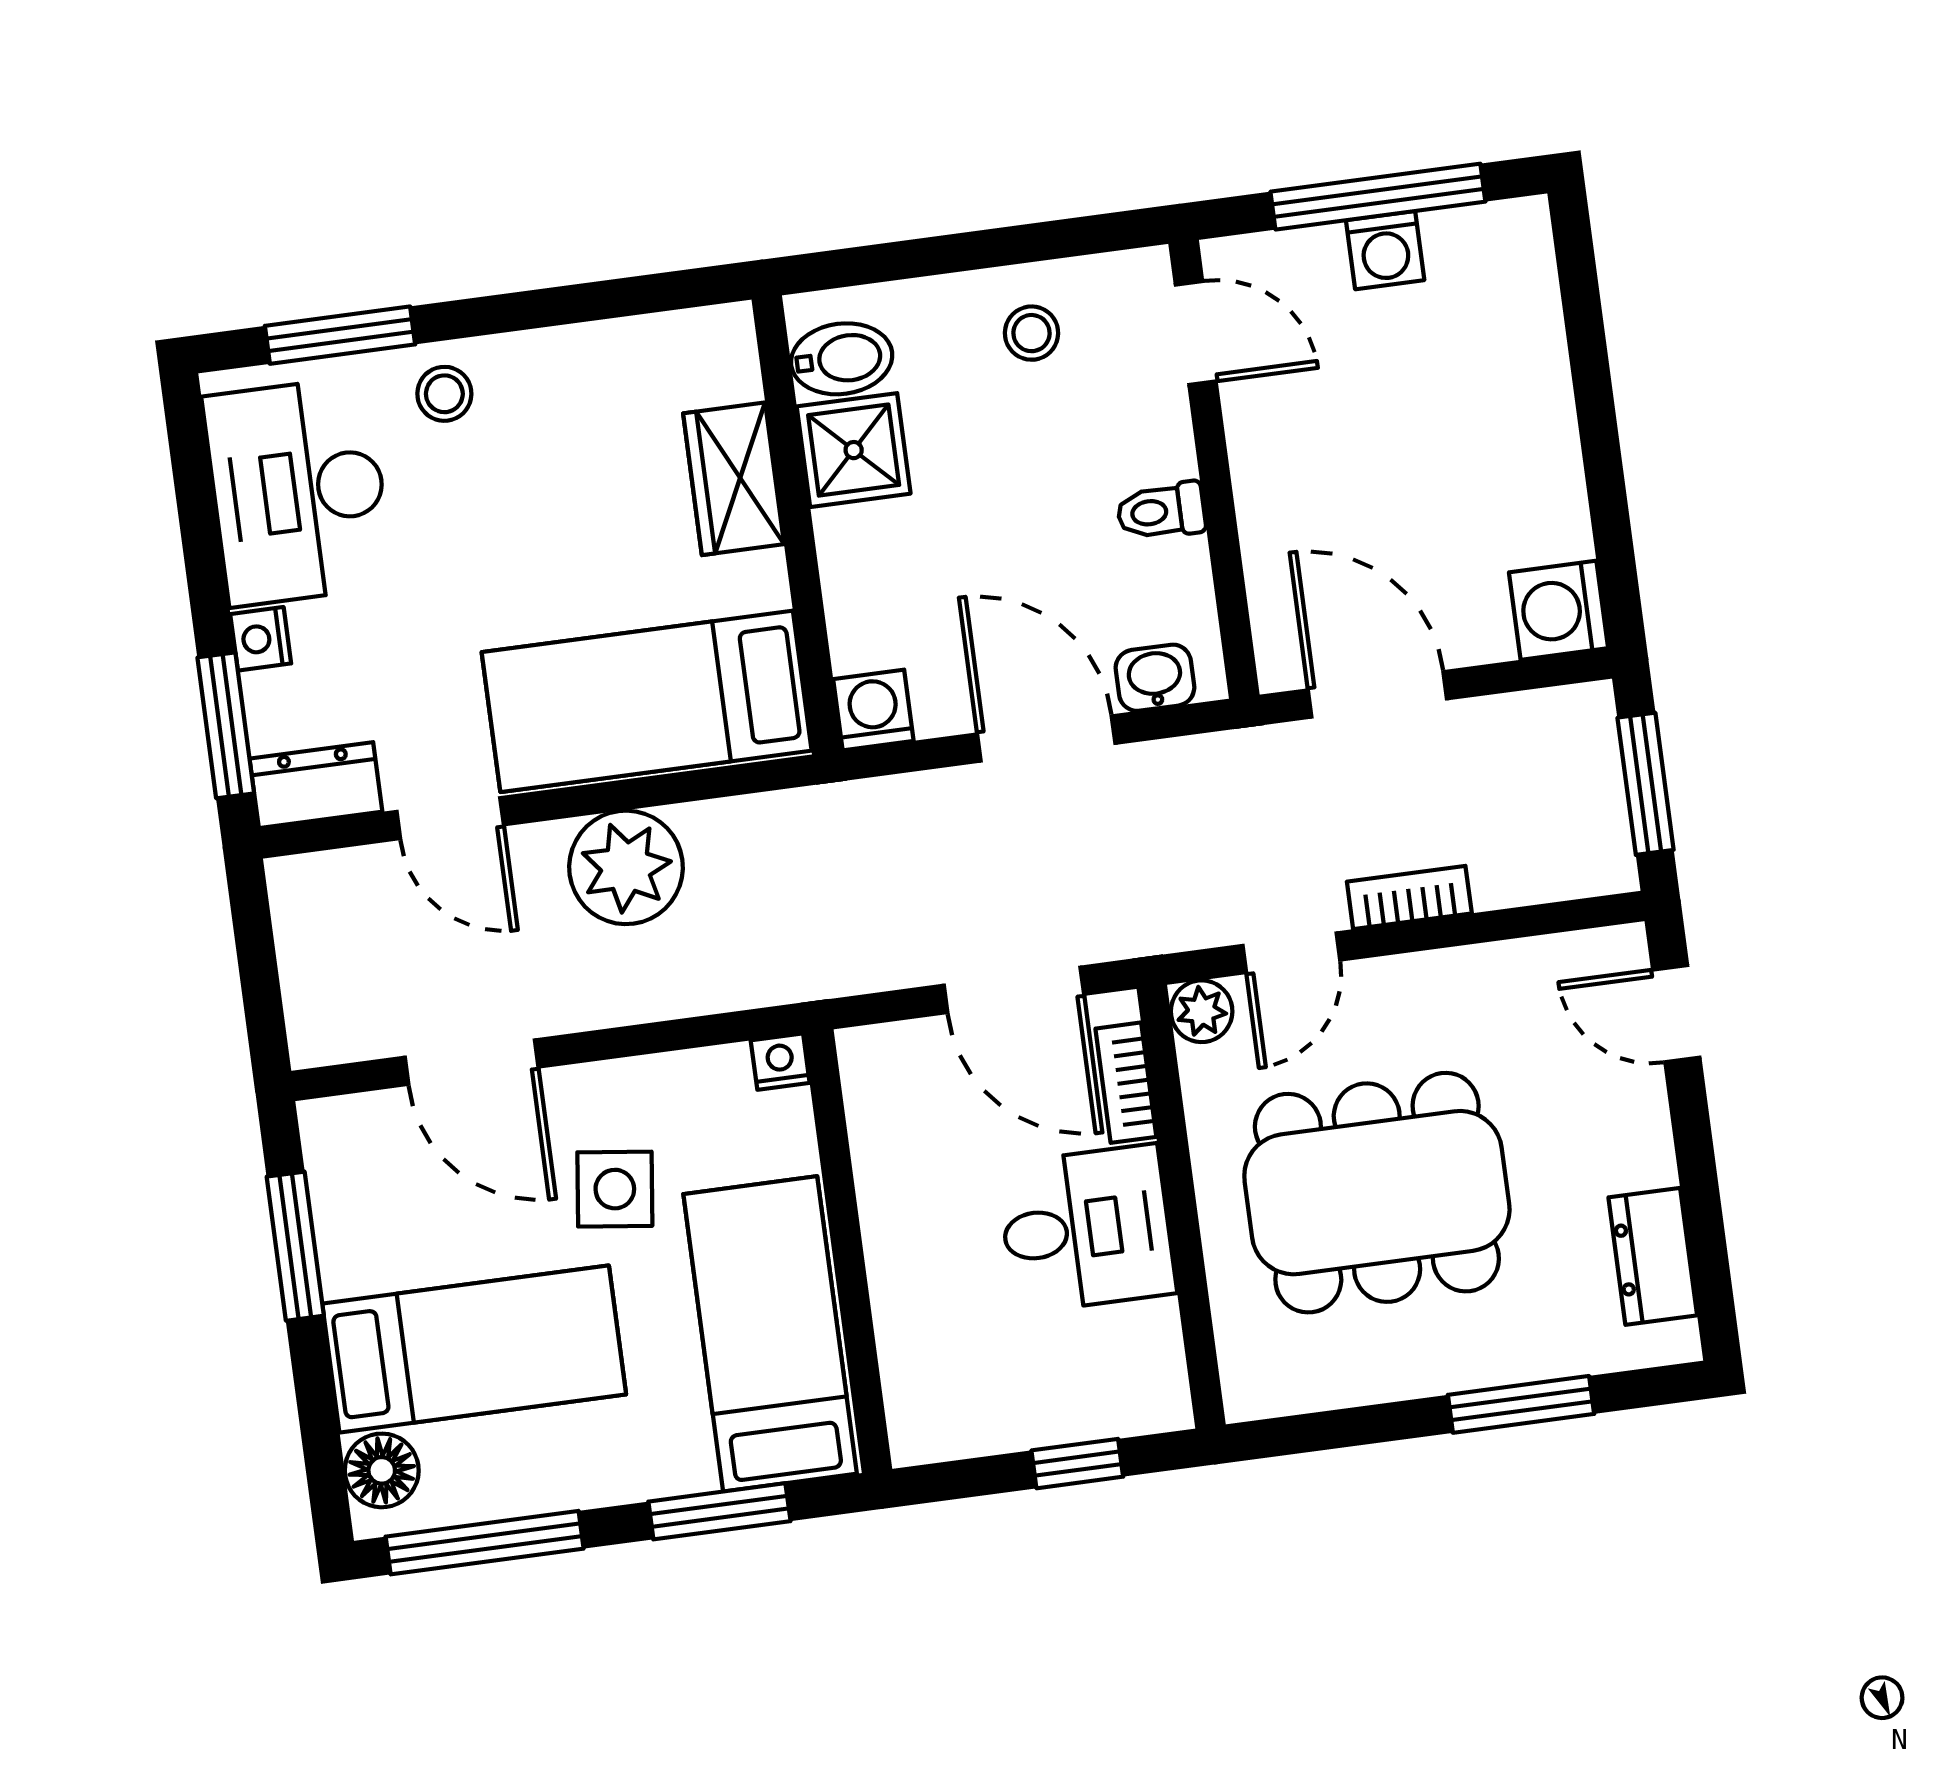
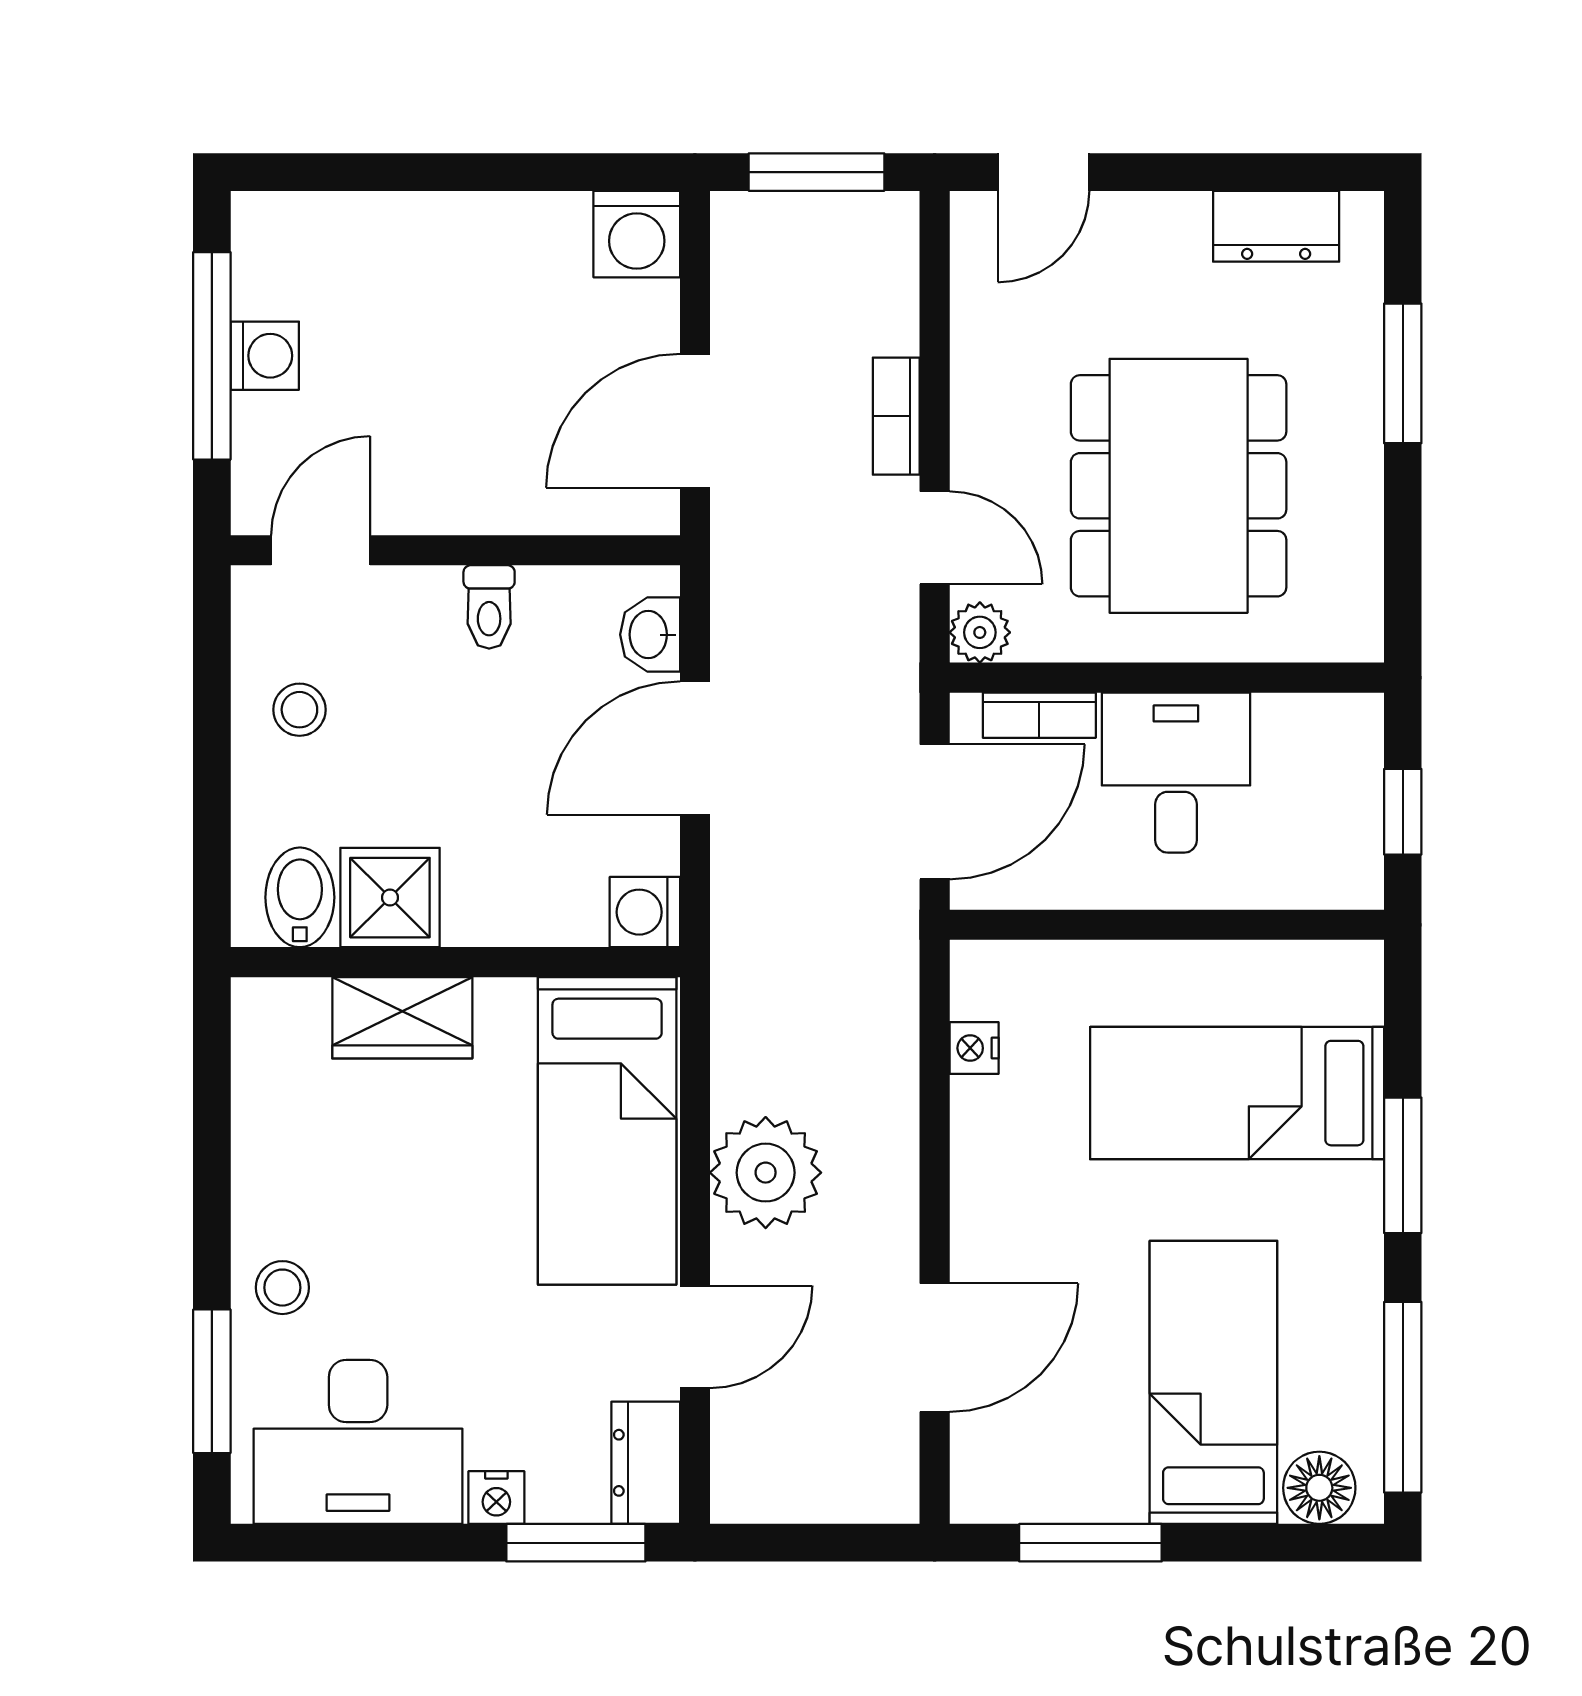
side table: (615, 1189) -> (1076, 1225), removed
wall: (848, 1251) -> (1167, 925), moved

